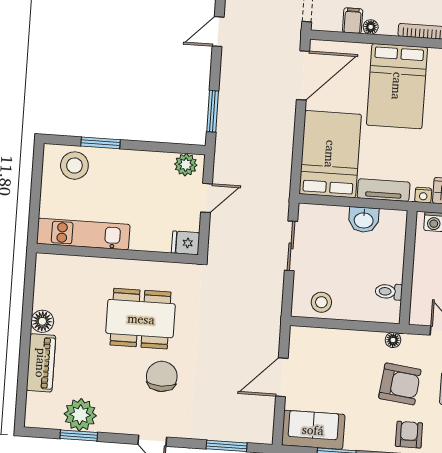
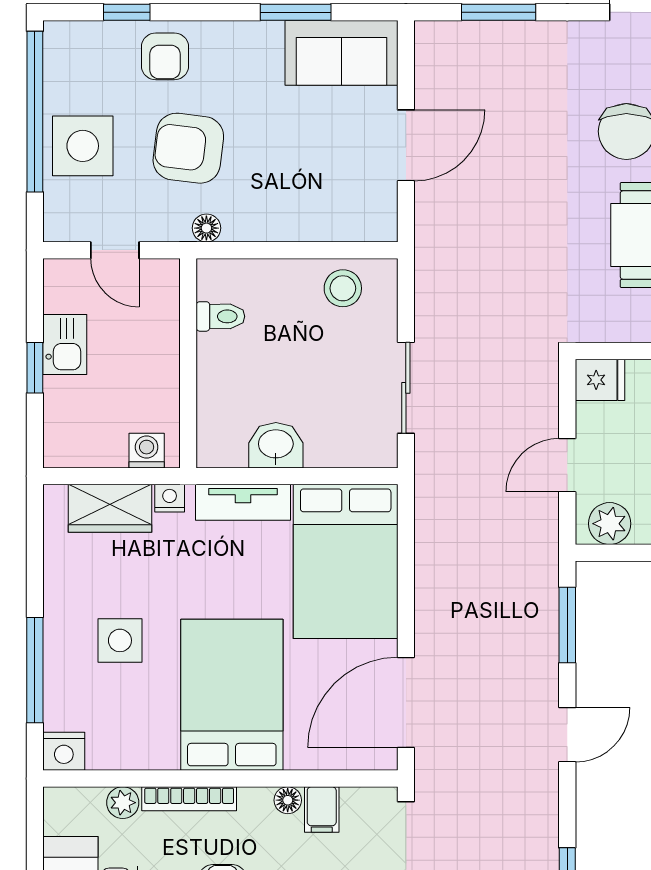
door: (218, 32) -> (567, 735), moved

